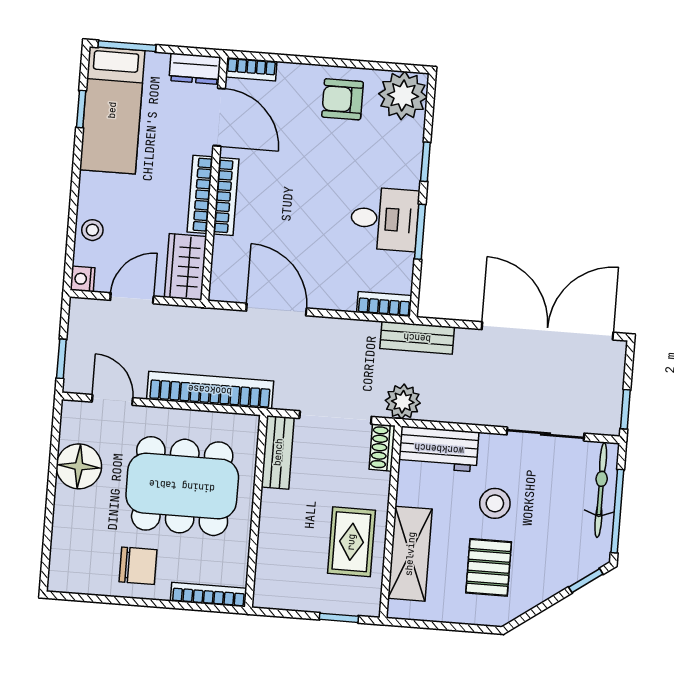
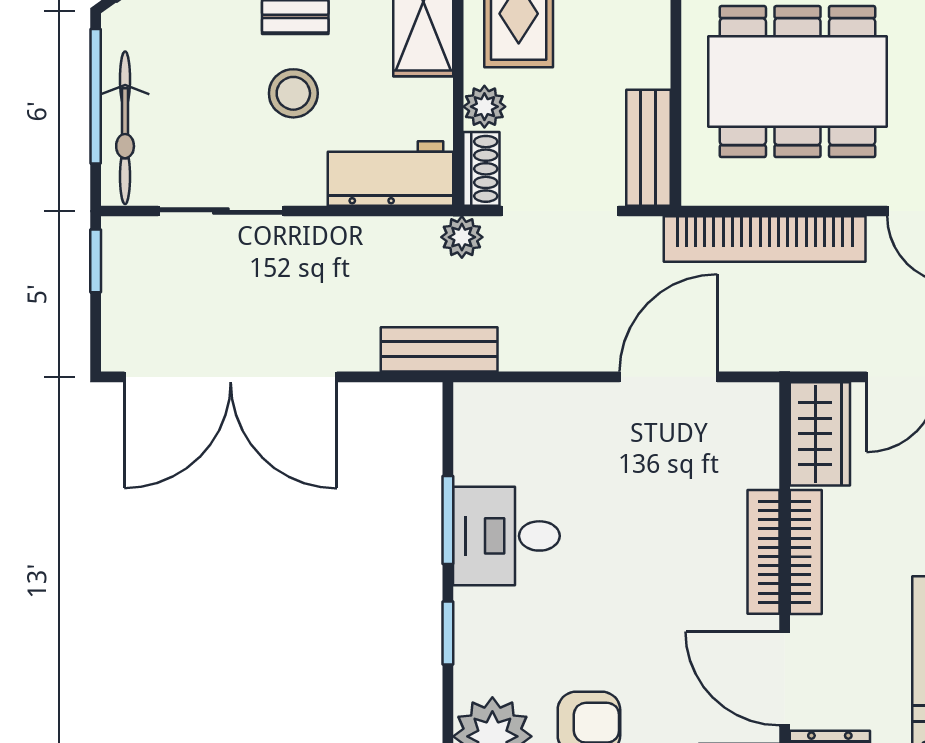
bookcase: (384, 304) -> (496, 399), removed
door: (276, 310) -> (668, 377), swing flipped
plant: (403, 402) -> (462, 237), width x0.73, depth x0.73
plant: (377, 486) -> (484, 107), added

